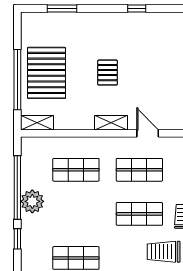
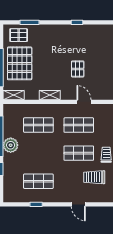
pallet: (45, 29) -> (19, 35), added
pallet: (108, 73) -> (78, 69), moved
shelving: (111, 123) -> (50, 95), moved

